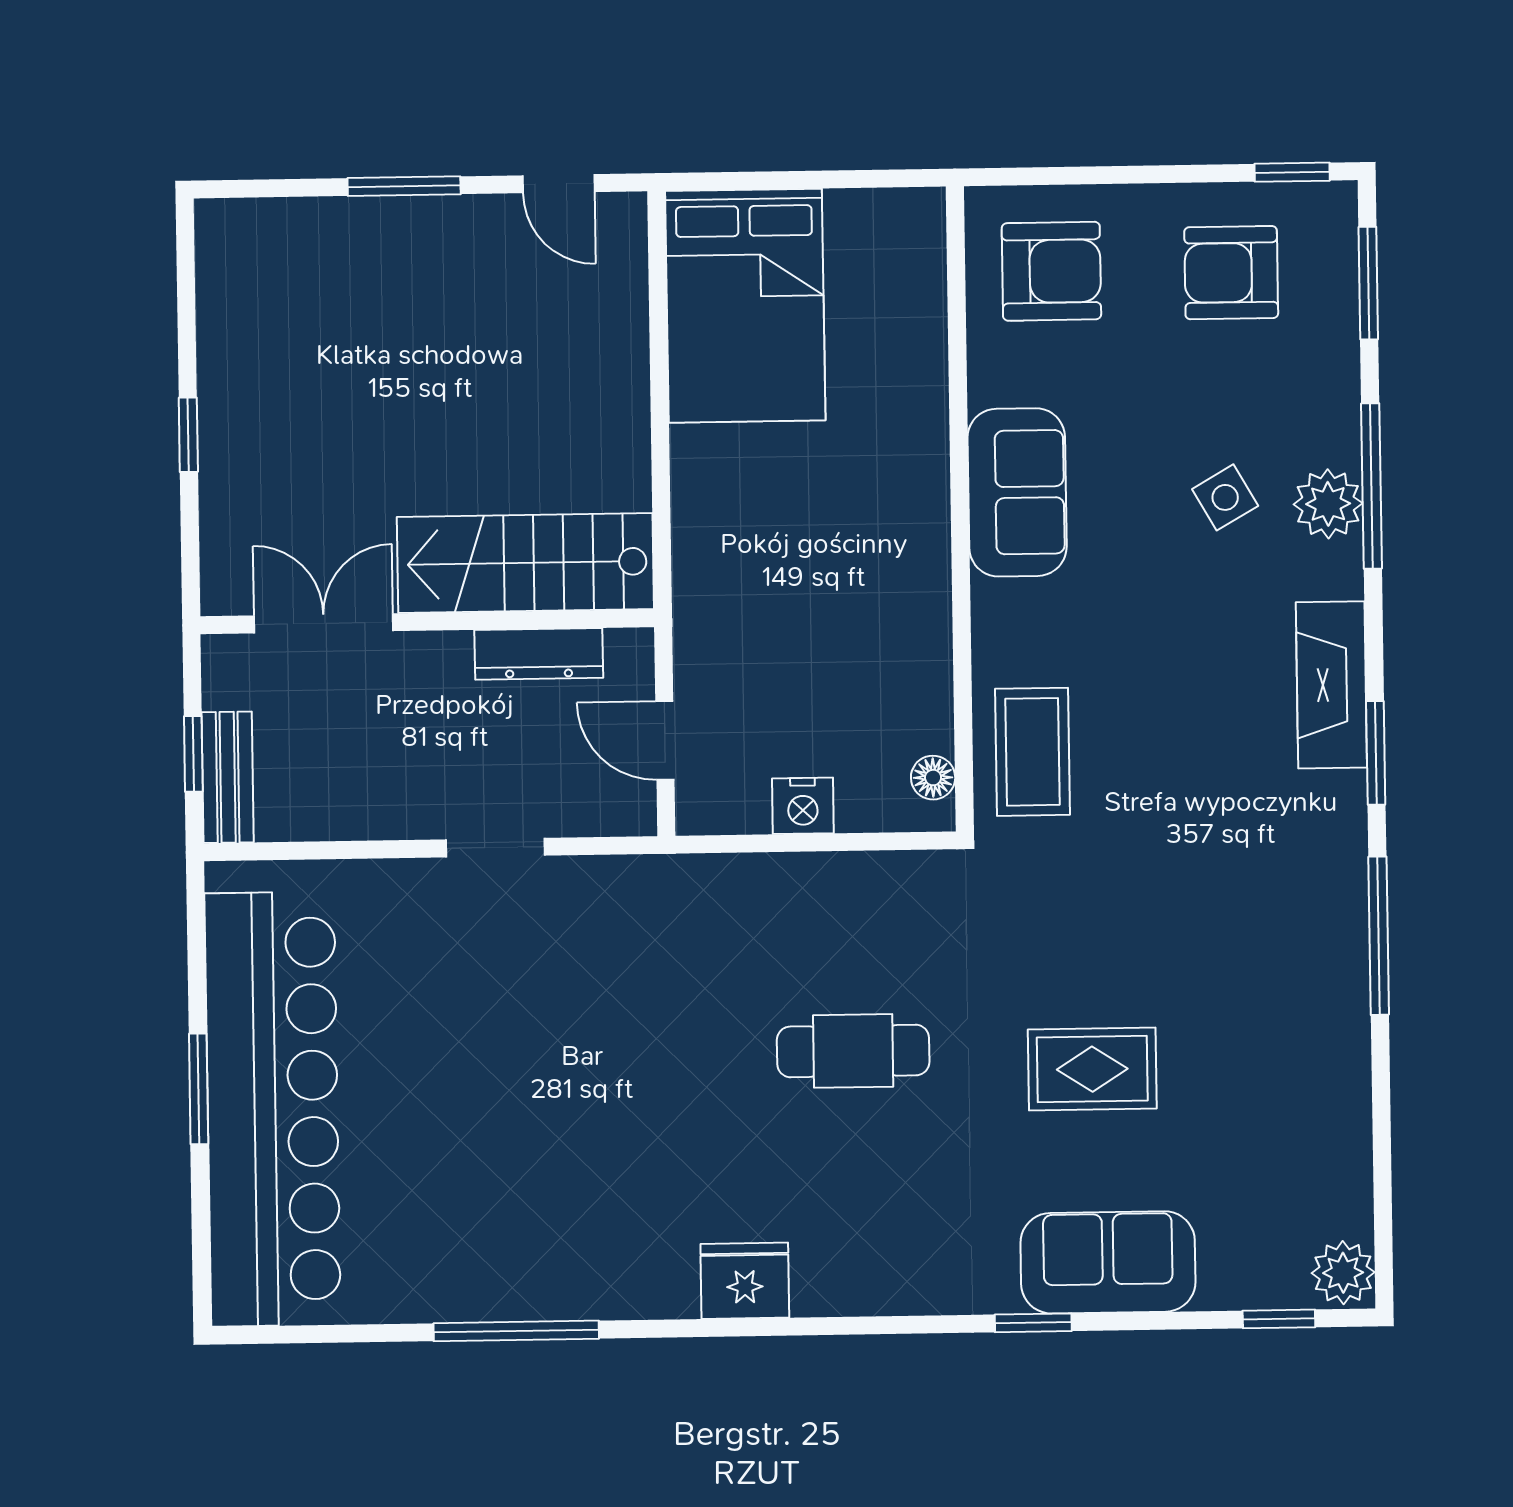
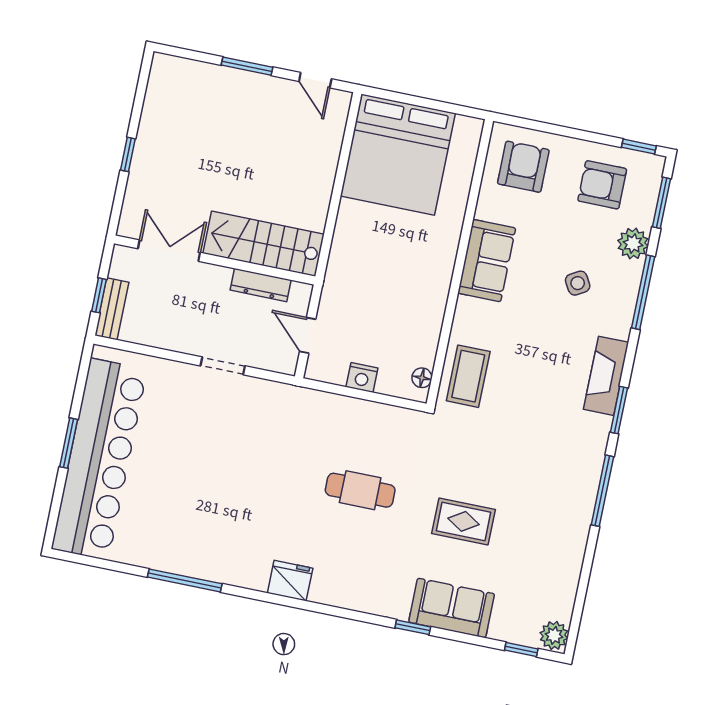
armchair: (1051, 271) -> (523, 167), turned -90
bed: (745, 306) -> (398, 155), width x1.36
plant: (1328, 504) -> (633, 244), moved

